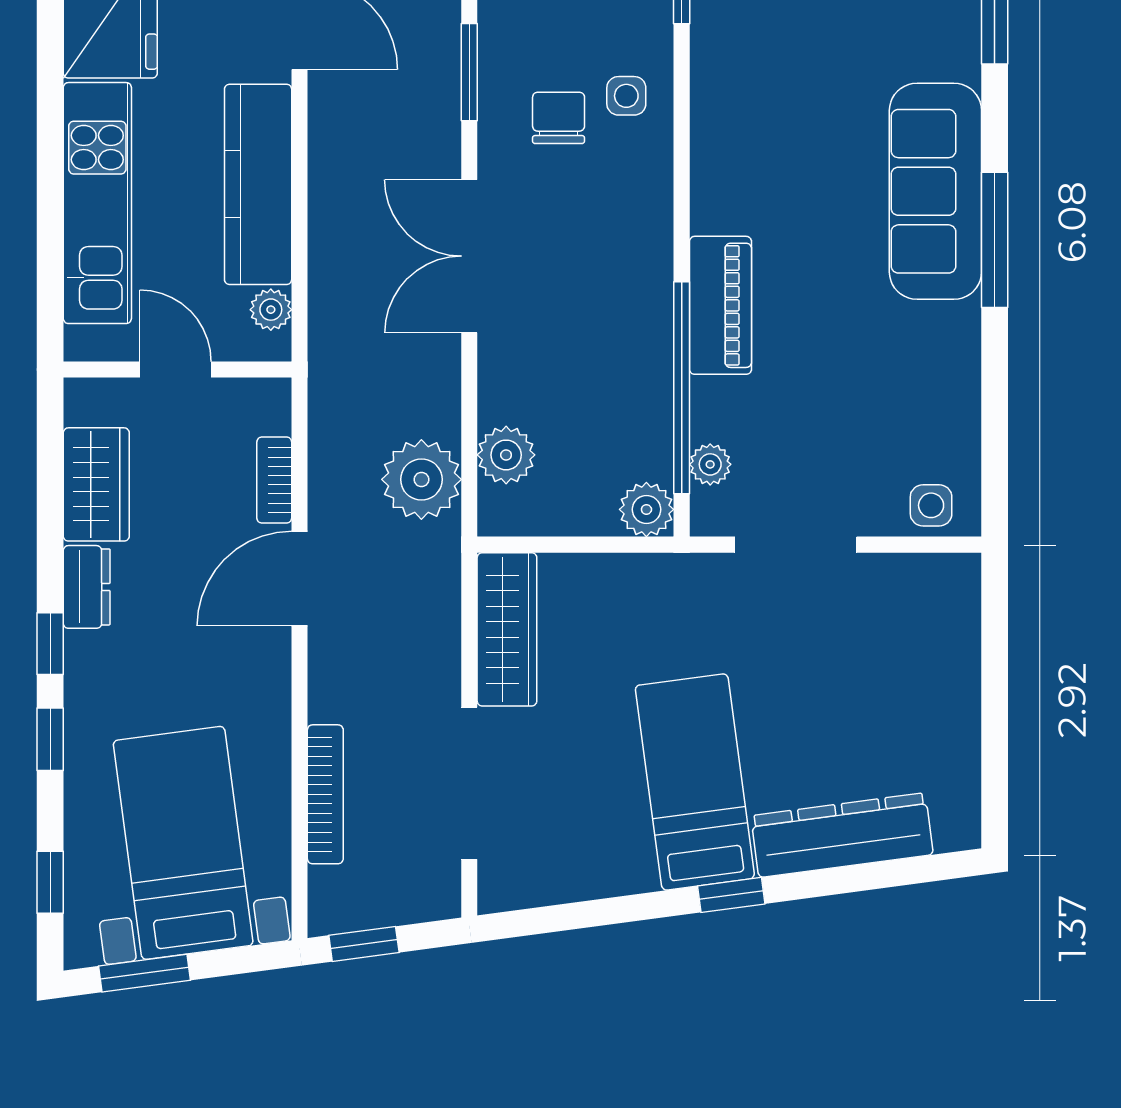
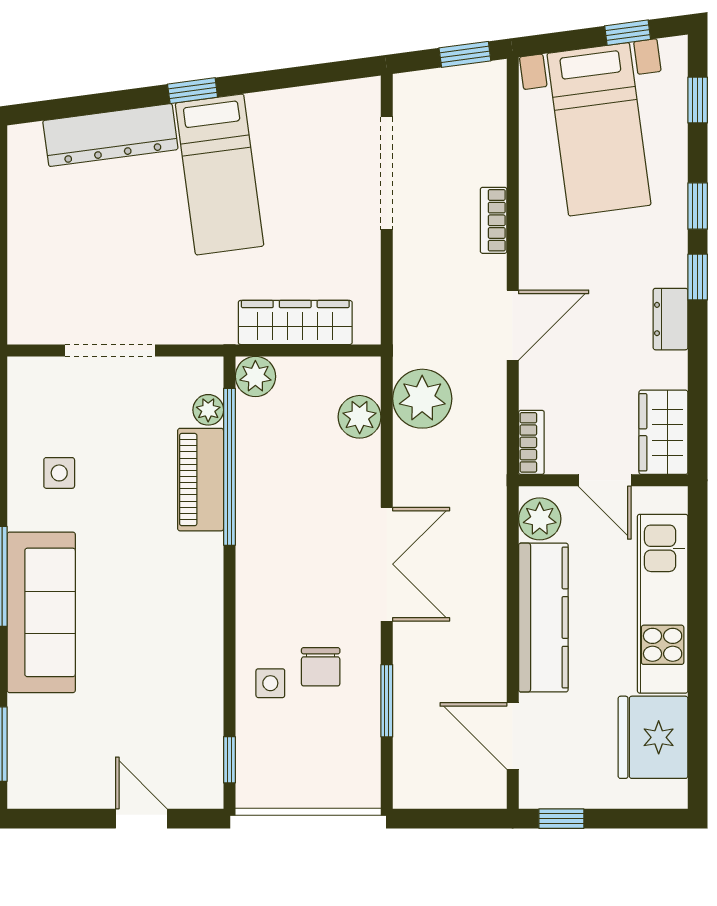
piano: (720, 305) -> (201, 480), moved
plant: (271, 310) -> (540, 519), width x1.38, depth x1.38
bookcase: (274, 480) -> (531, 442), moved
wardrobe: (96, 484) -> (663, 432), moved
side table: (931, 505) -> (59, 473), moved
doorway: (796, 545) -> (110, 350), moved
wardrobe: (507, 629) -> (295, 323), moved, turned 90
bookcase: (325, 794) -> (494, 220), moved, width x0.64
window: (144, 973) -> (628, 33), width x0.67

